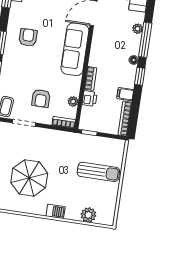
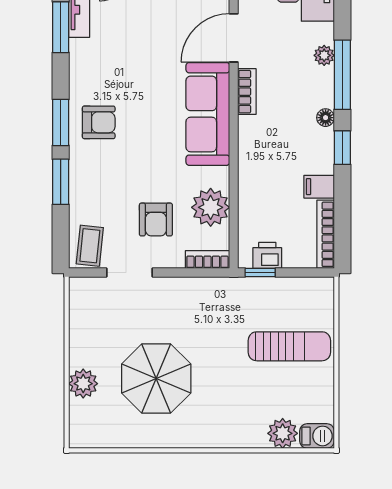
armchair: (28, 37) -> (99, 122), moved, turned 90
bookcase: (91, 78) -> (247, 92), moved
printer: (90, 98) -> (267, 255), moved, turned -90
plant: (73, 101) -> (211, 207), width x1.88, depth x1.88
barbecue: (56, 211) -> (317, 436), moved

